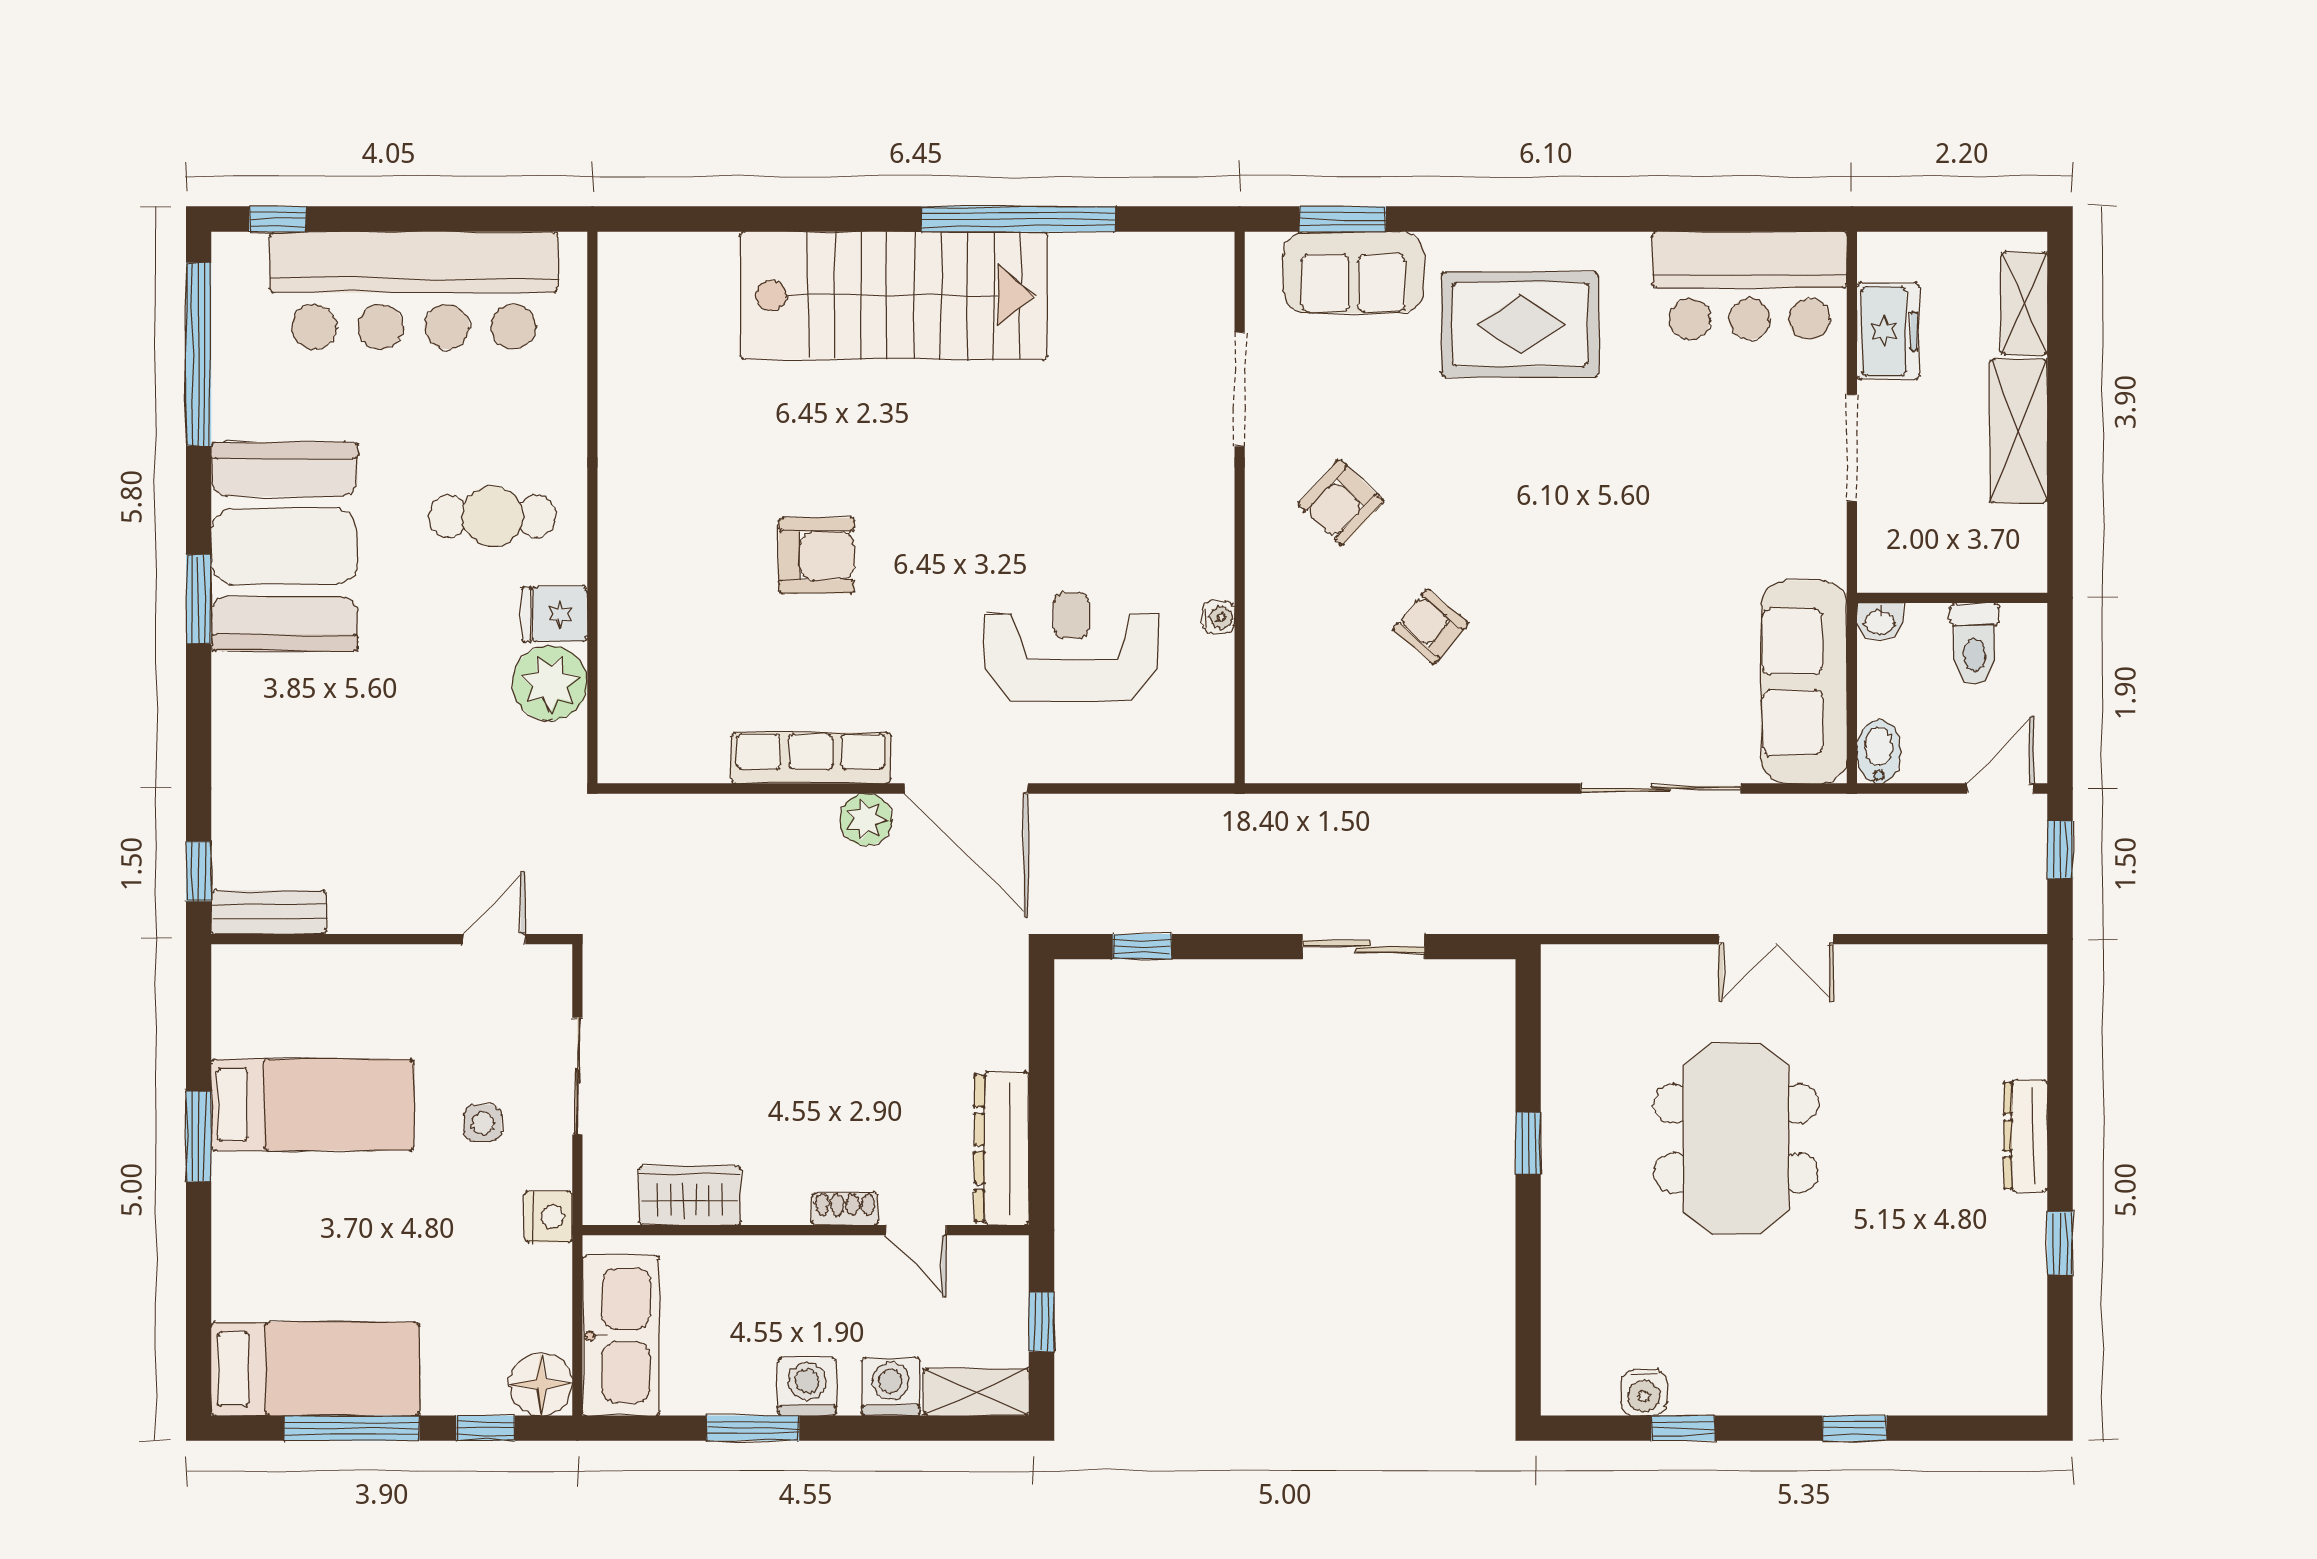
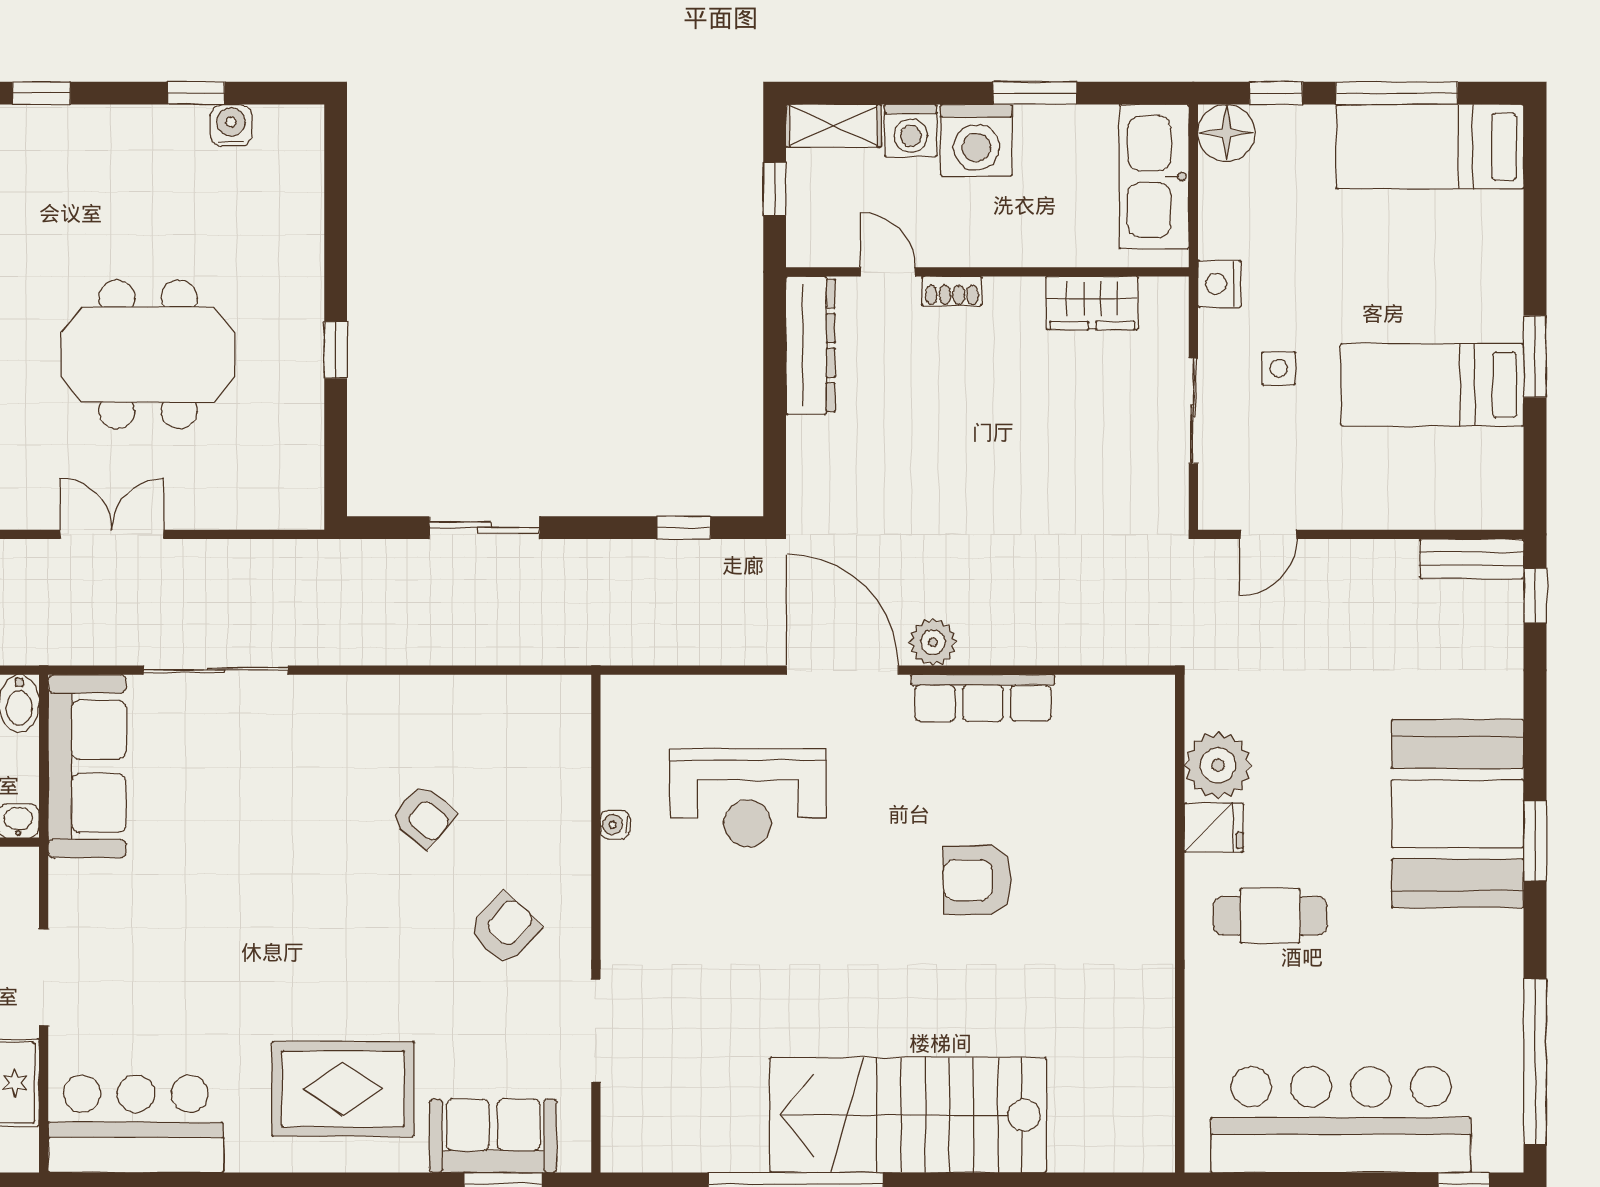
booth: (284, 547) -> (1458, 814), moved
meeting table: (1736, 1138) -> (148, 355), turned 90
washing machine: (807, 1387) -> (976, 140), width x1.37, depth x1.37

